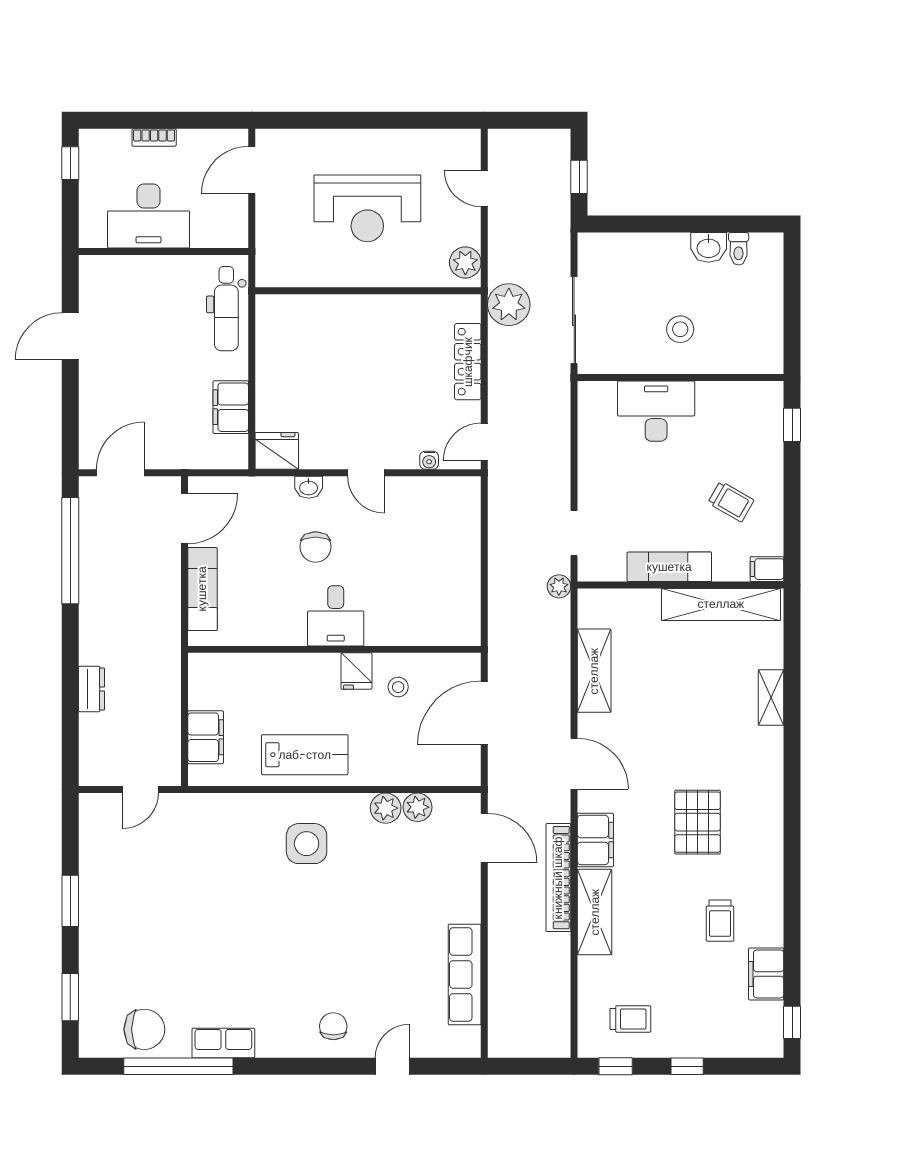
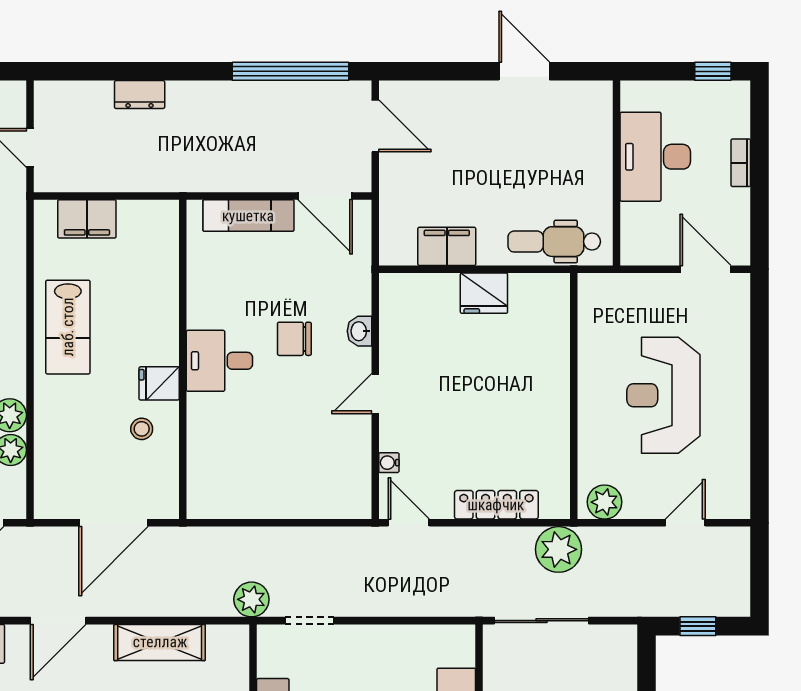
fridge: (277, 451) -> (484, 293), moved, turned 90
plant: (559, 586) -> (251, 599), width x1.38, depth x1.38
door: (484, 713) -> (114, 523), swing flipped

